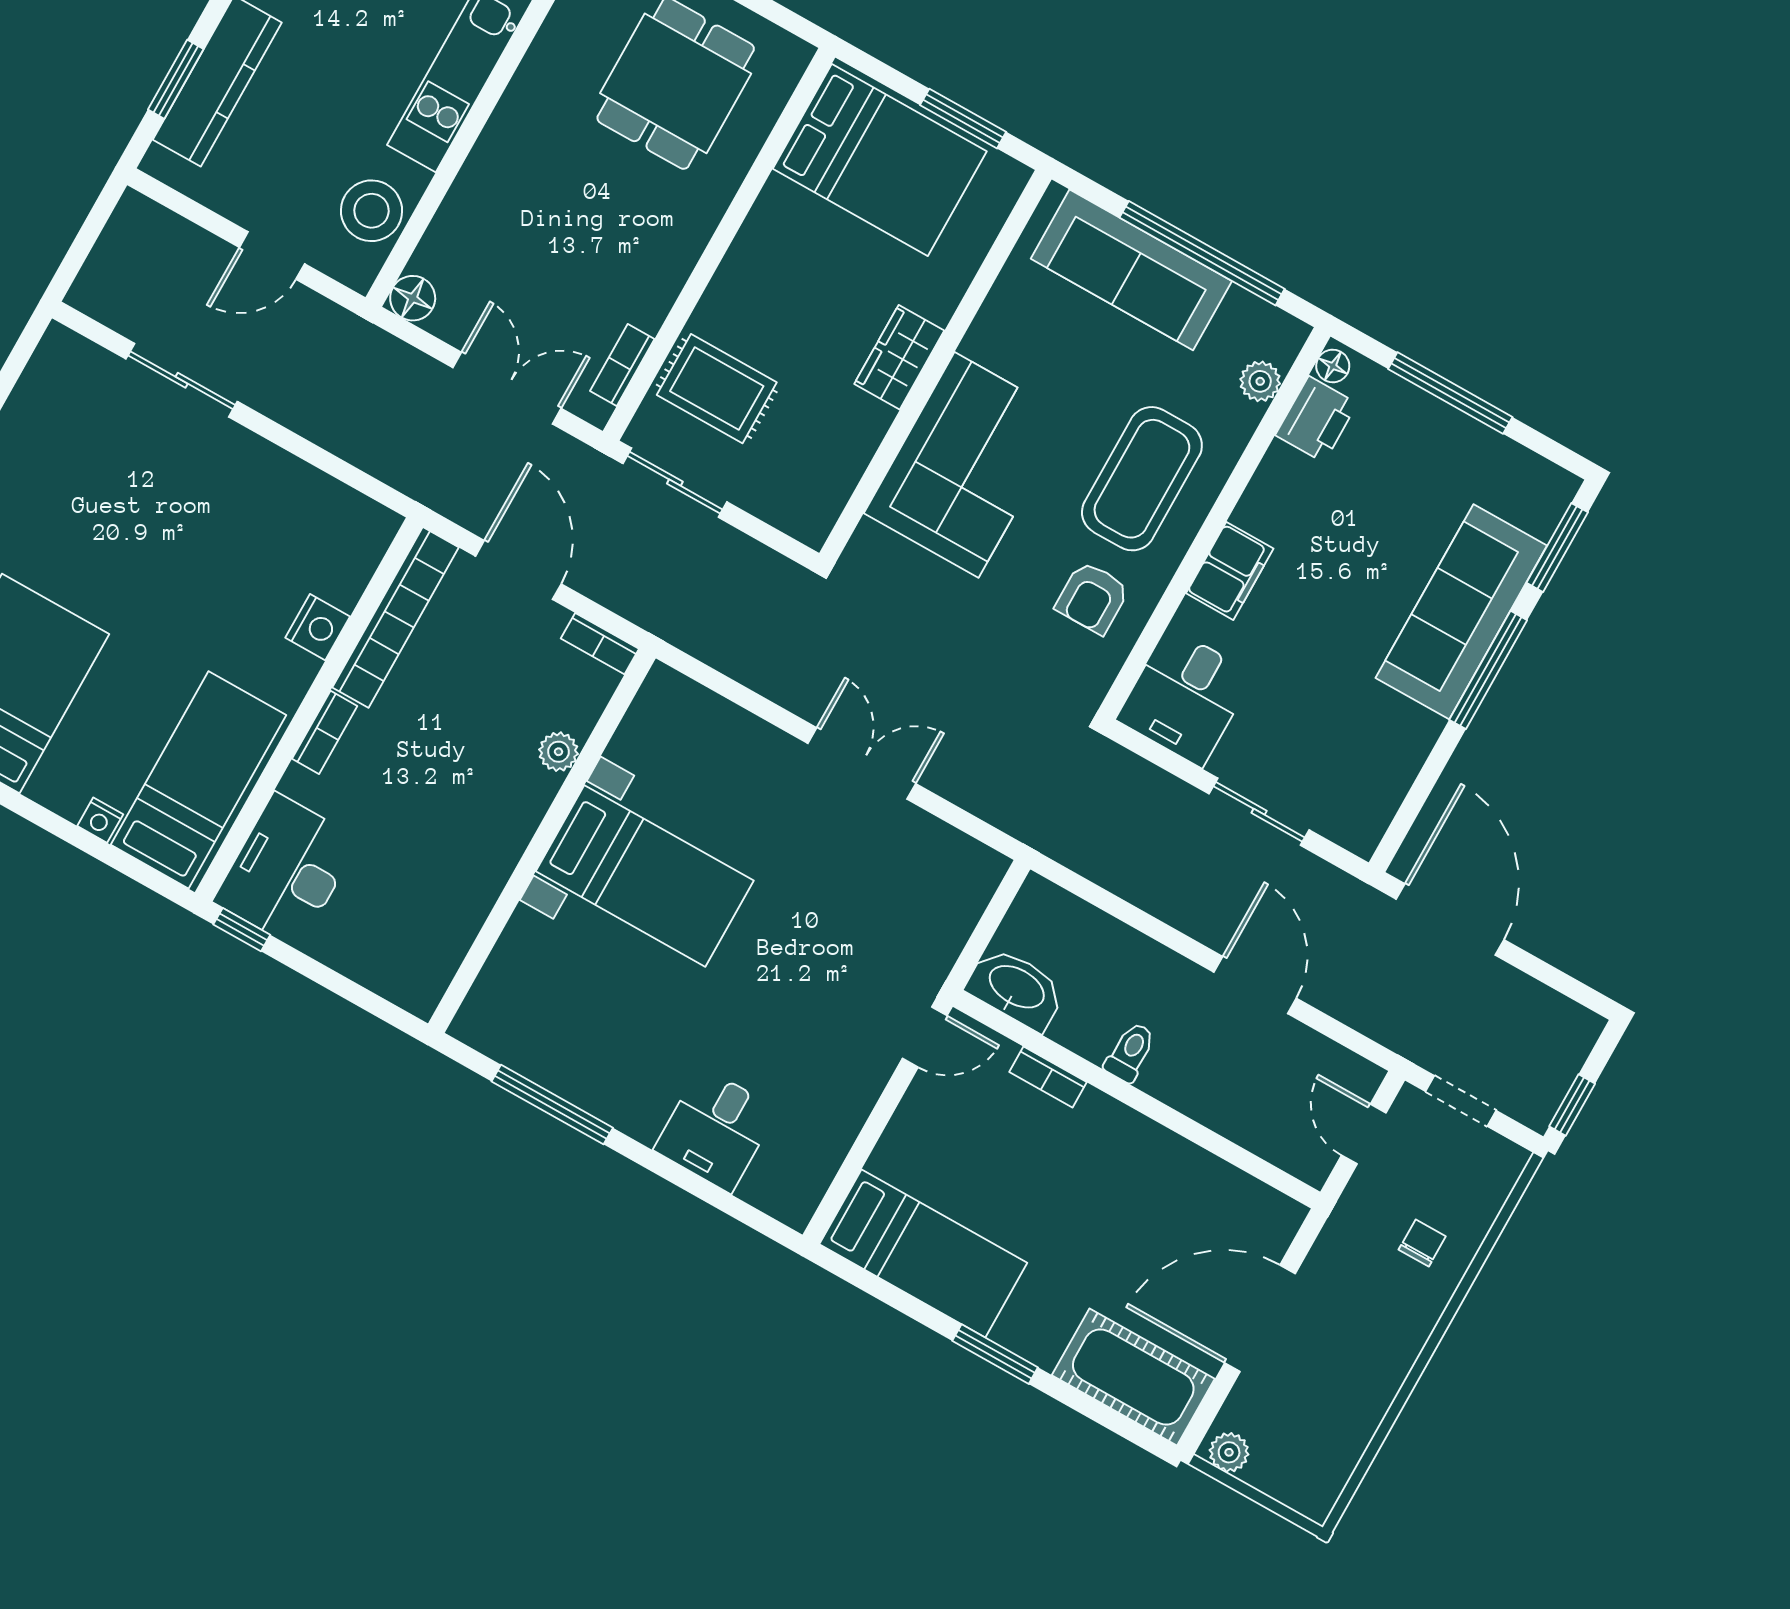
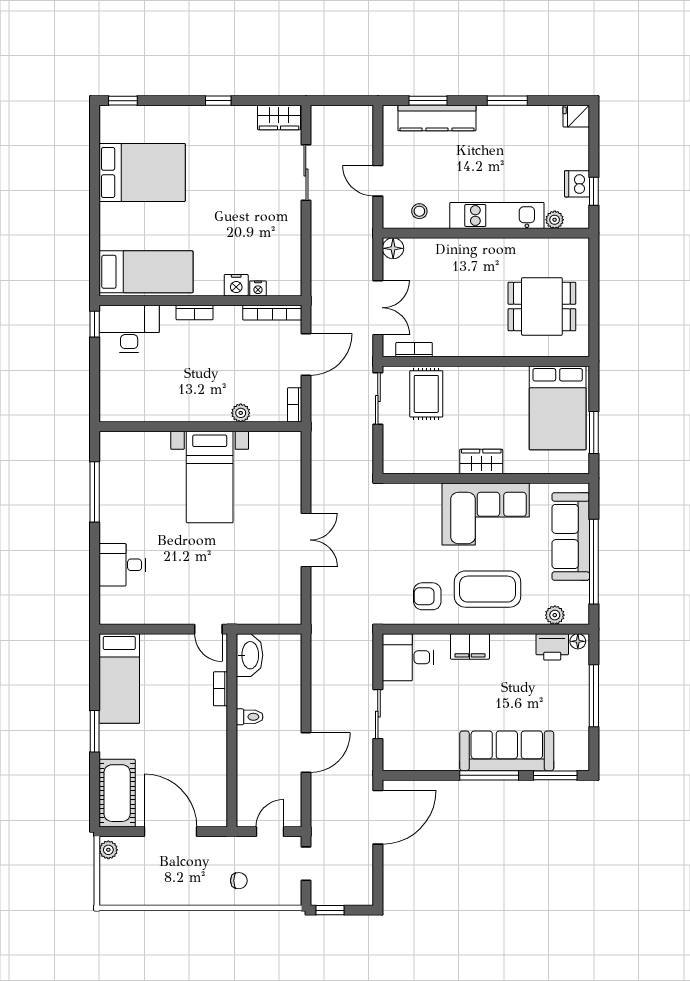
stool: (371, 211) -> (419, 211), width x0.53, depth x0.53
wardrobe: (52, 373) -> (279, 117), added
corner sofa: (966, 465) -> (486, 514), moved
bookcase: (396, 617) -> (272, 313), width x0.68, depth x0.76
nightstand: (100, 820) -> (258, 288), moved, turned -90

